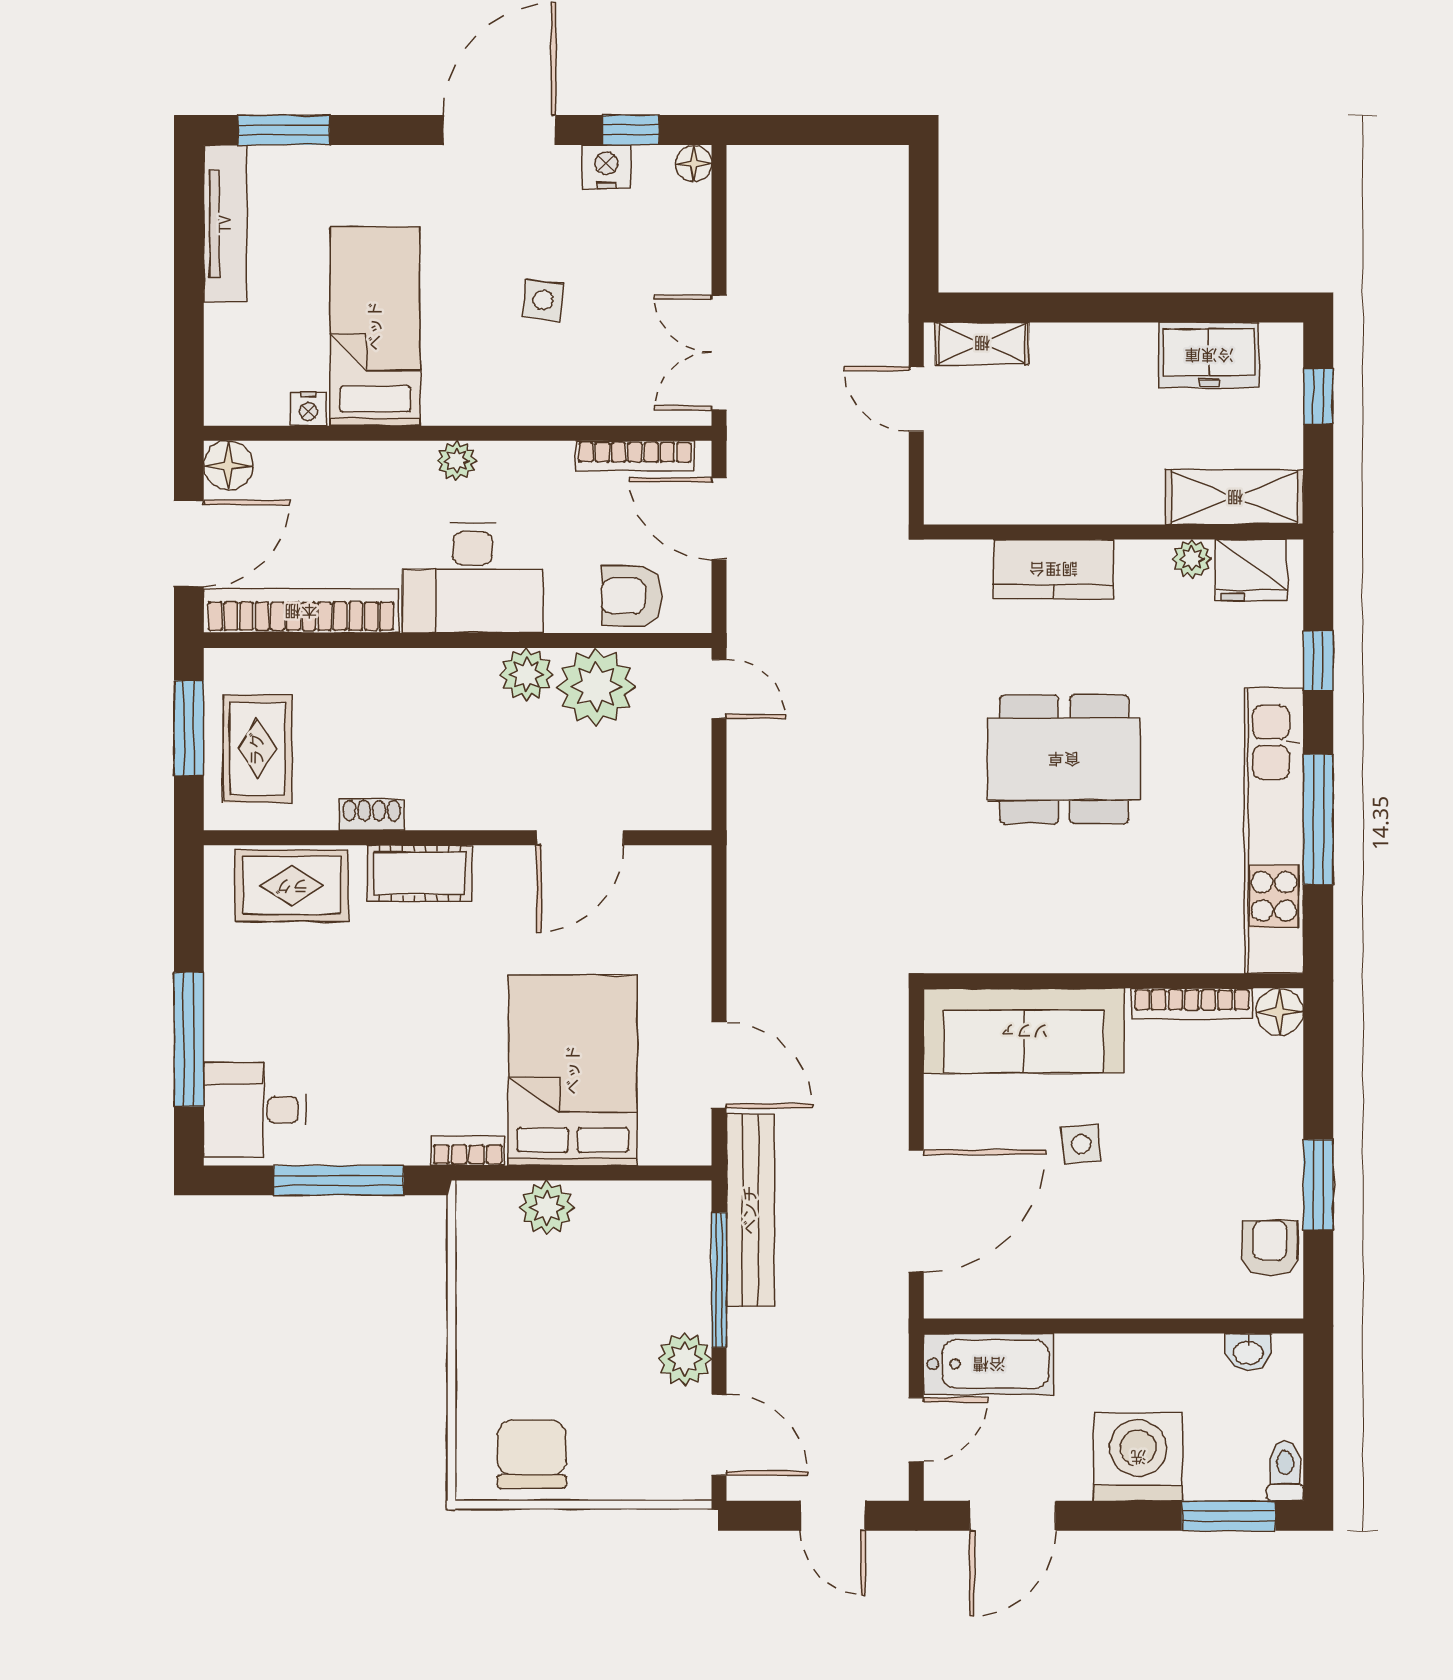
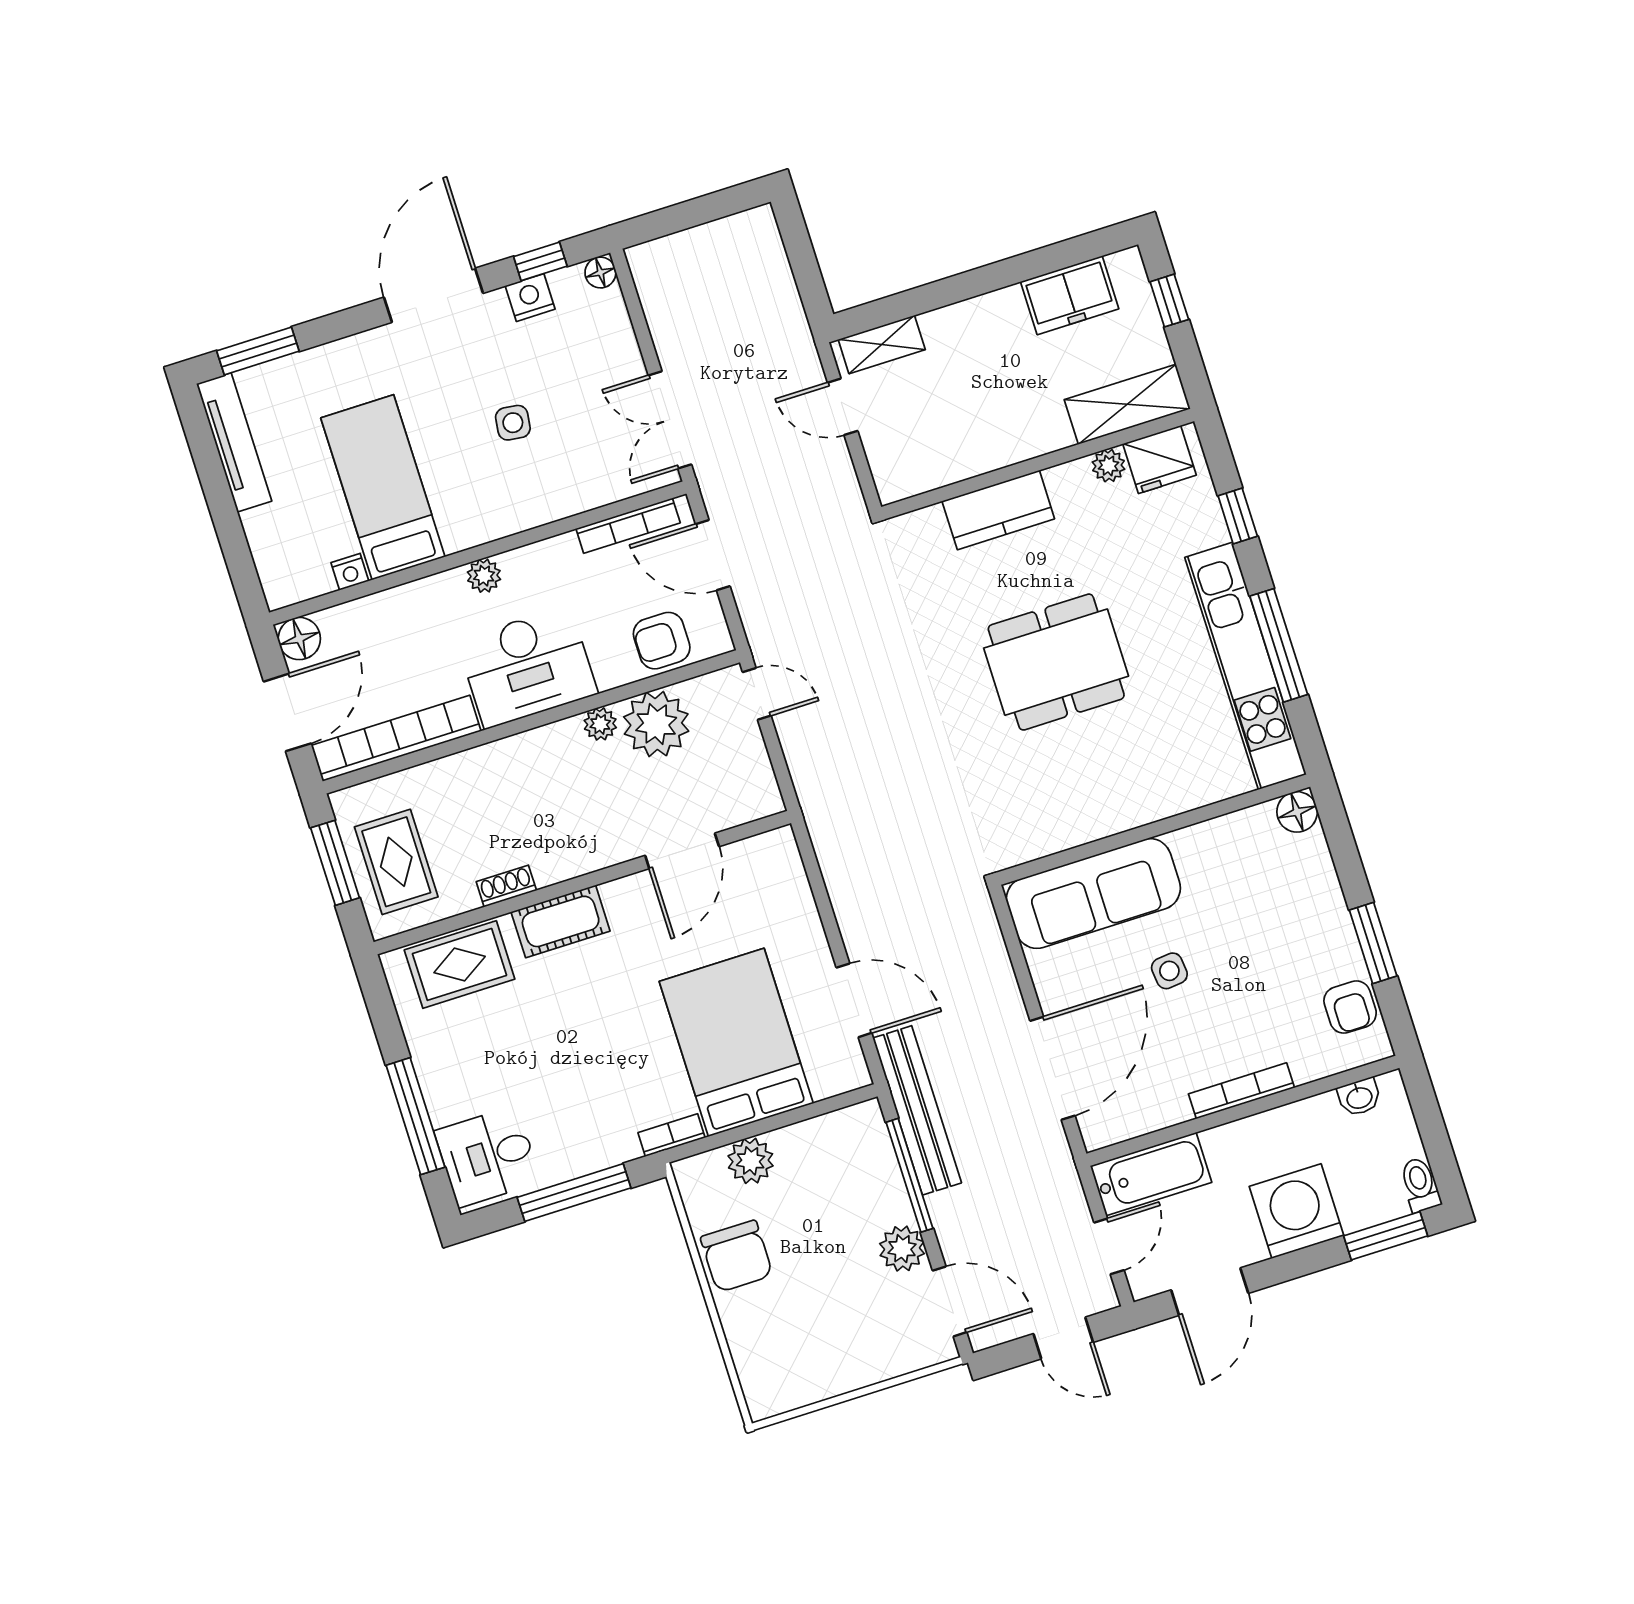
plant: (526, 674) -> (600, 724), width x0.73, depth x0.73
bookcase: (1192, 1004) -> (1241, 1091), moved, turned 180
armchair: (1270, 1248) -> (1350, 1007), turned 180
chair: (532, 1454) -> (737, 1256), moved, turned 180

